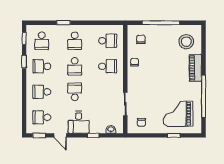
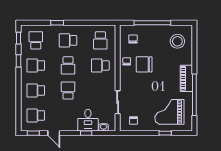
school desk: (42, 41) -> (36, 40), turned 180
school desk: (75, 41) -> (68, 40), turned 90
school desk: (108, 41) -> (100, 40), turned 90
chair: (152, 65) -> (144, 64), added
school desk: (108, 66) -> (100, 65), turned 180
piano: (195, 68) -> (186, 78), moved
desk: (79, 122) -> (88, 120), moved

